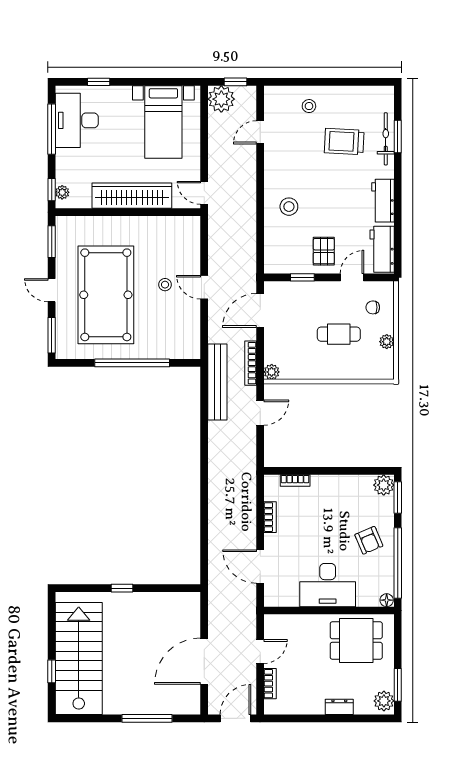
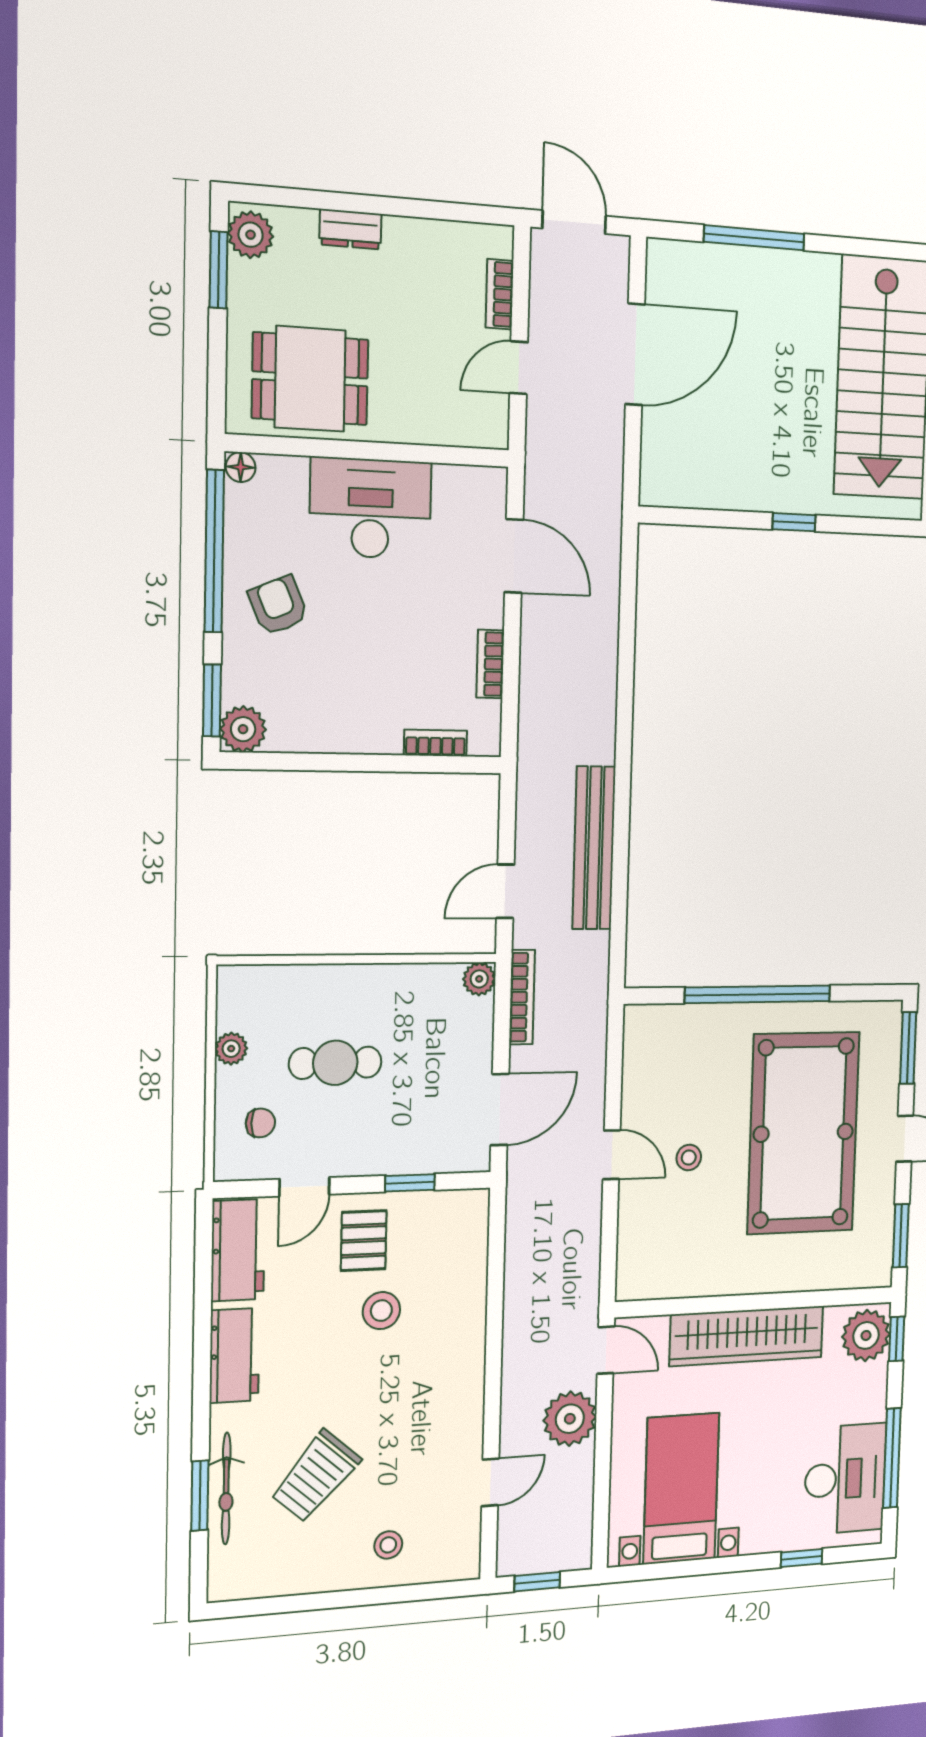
plant: (221, 99) -> (570, 1419), moved
trolley: (344, 142) -> (316, 1476), turned 128
plant: (62, 192) -> (866, 1335), width x1.88, depth x1.88
stool: (289, 207) -> (381, 1311), moved
bench: (217, 382) -> (594, 848), moved
door: (235, 718) -> (574, 222), swing flipped

